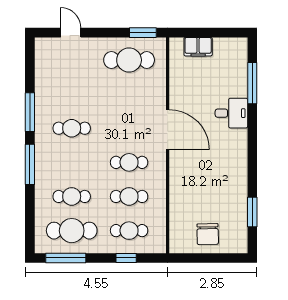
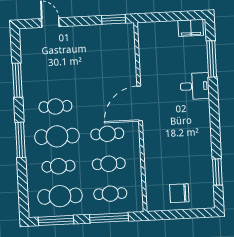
filing cabinet: (198, 47) -> (191, 28), moved
cafe table: (129, 60) -> (57, 136), moved
window: (30, 112) -> (17, 80), moved
door: (168, 130) -> (140, 103), swing flipped
chair: (208, 234) -> (179, 193), turned 91
window: (126, 258) -> (109, 218), width x2.17

